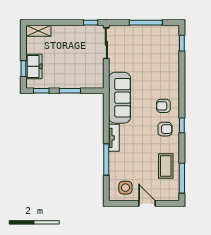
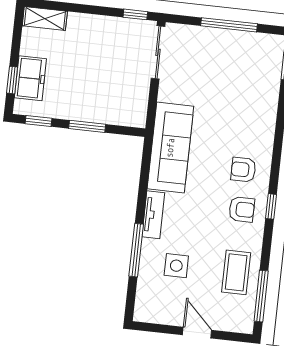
side table: (125, 188) -> (176, 266), moved

